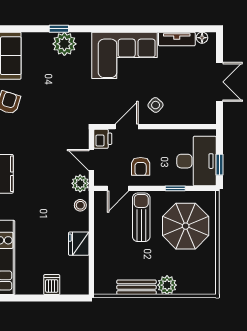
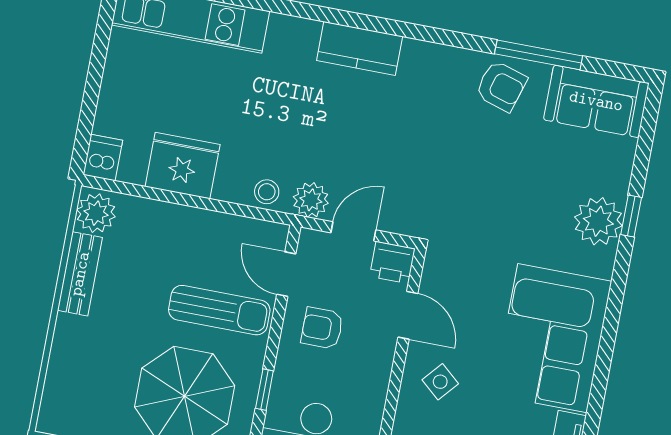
fridge: (79, 244) -> (183, 166), width x1.36, depth x1.34
dishwasher: (52, 285) -> (103, 158), moved, turned -90
plant: (167, 285) -> (96, 213), moved

